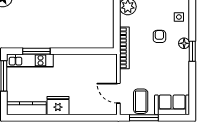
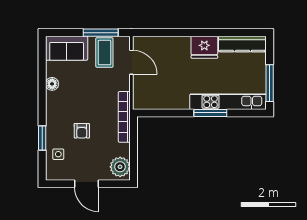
floor lamp: (184, 43) -> (52, 84), moved
window: (36, 51) -> (210, 113), moved
window: (192, 51) -> (42, 138), moved
kitchen unit: (30, 60) -> (228, 102), width x1.36

